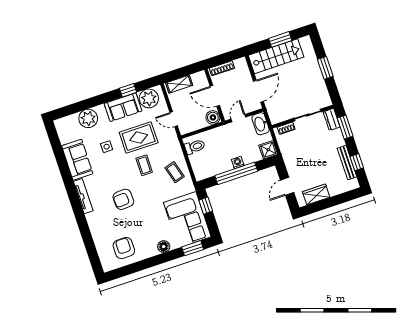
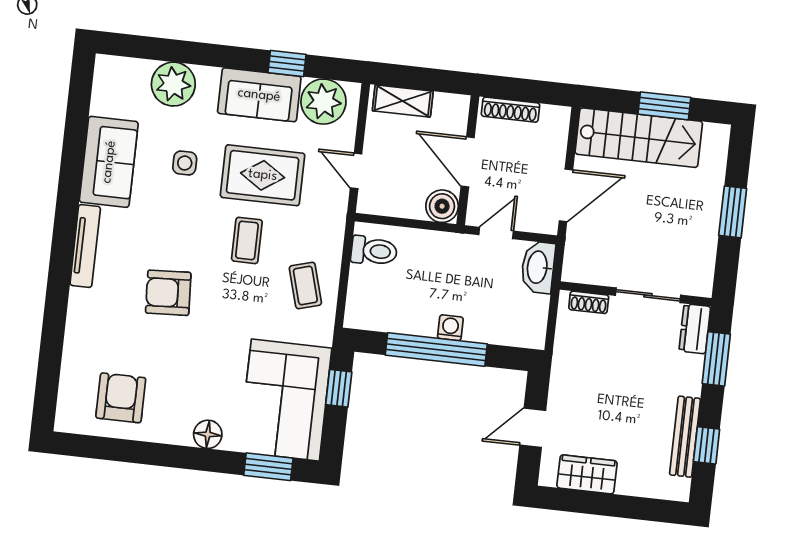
shower: (268, 150) -> (529, 331), removed

